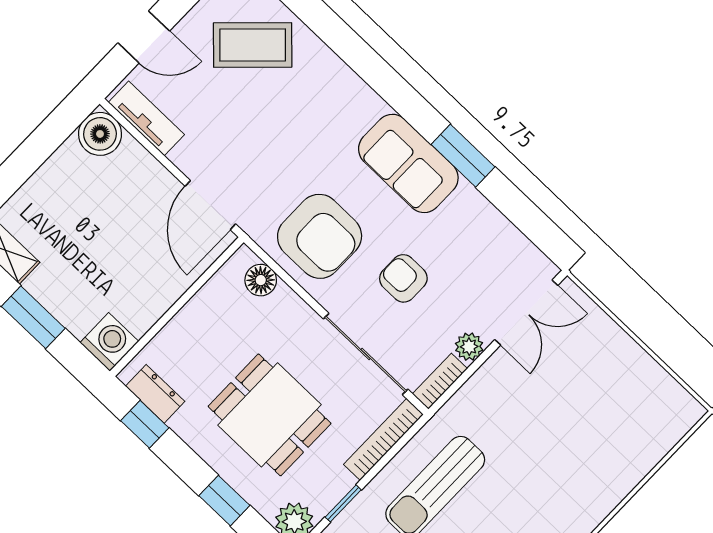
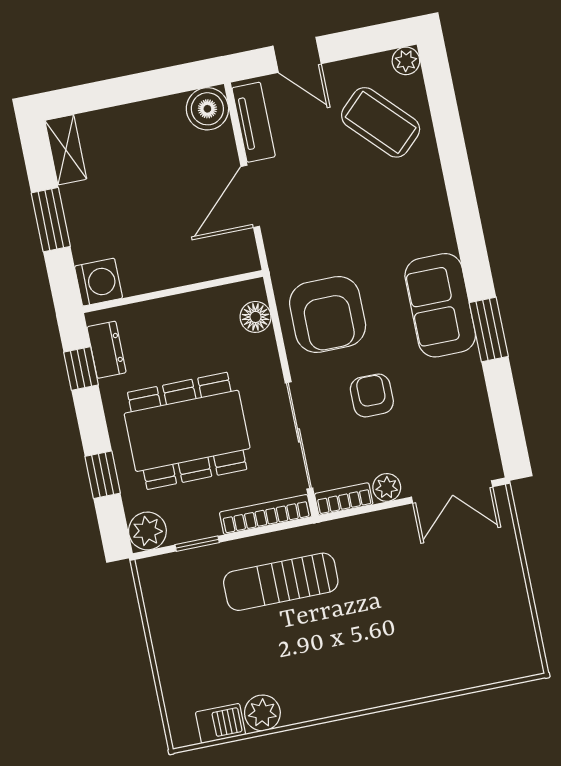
door: (210, 205) -> (250, 196), moved
dining table: (270, 415) -> (187, 431), width x1.38

